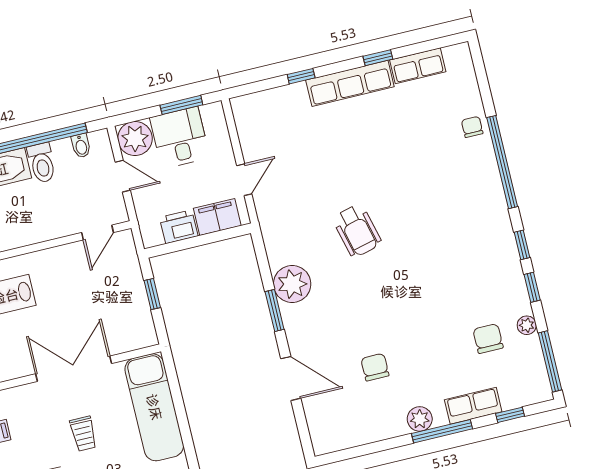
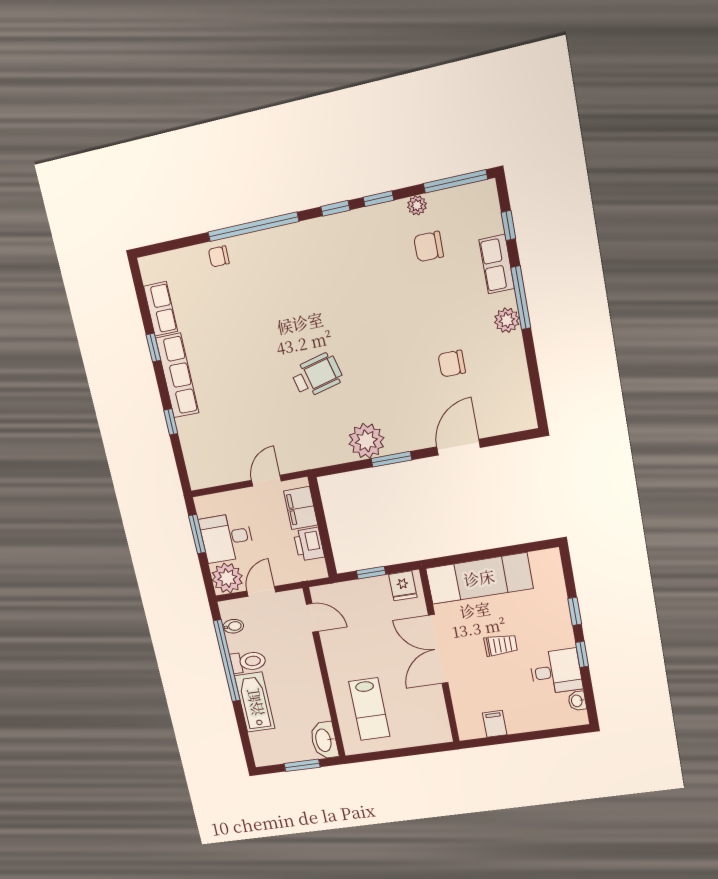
door: (244, 180) -> (266, 481), hinge flipped
fridge: (140, 328) -> (403, 586), added

